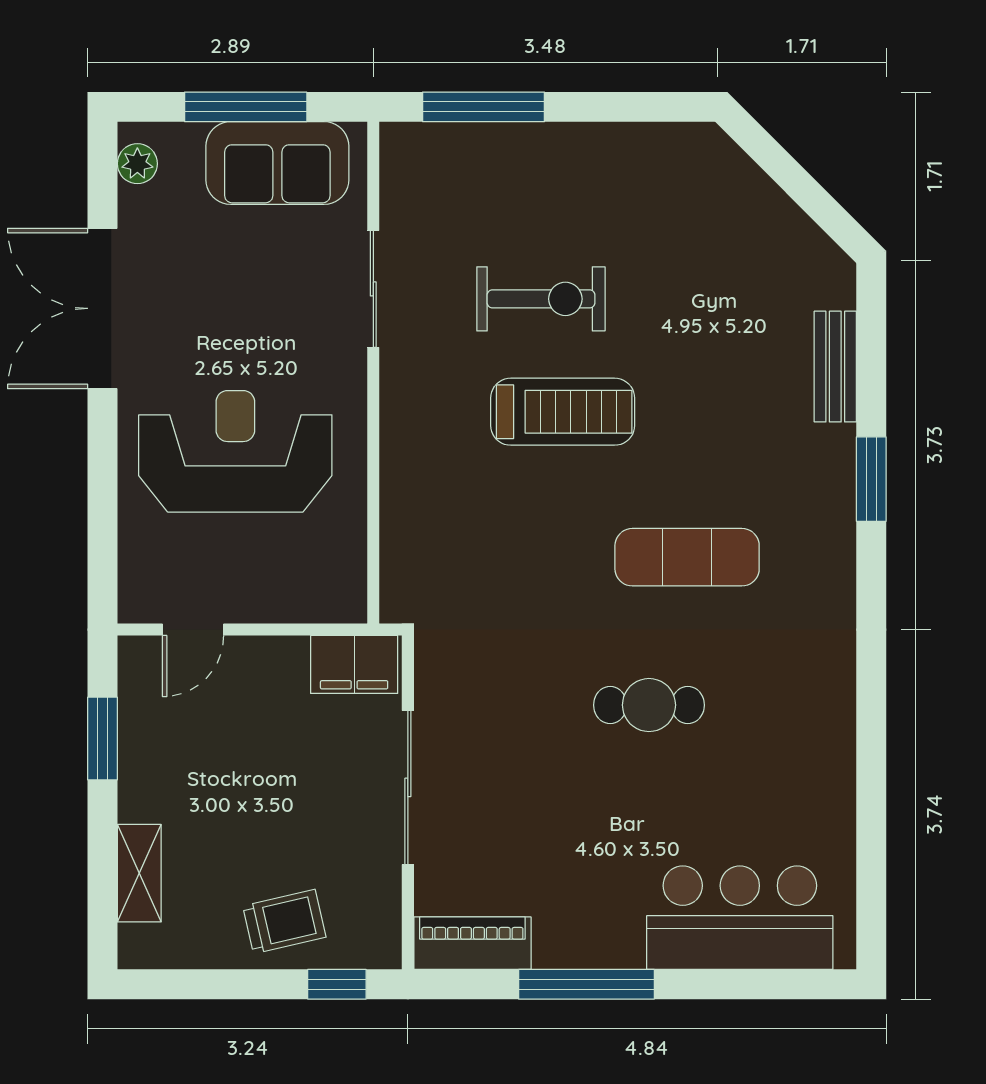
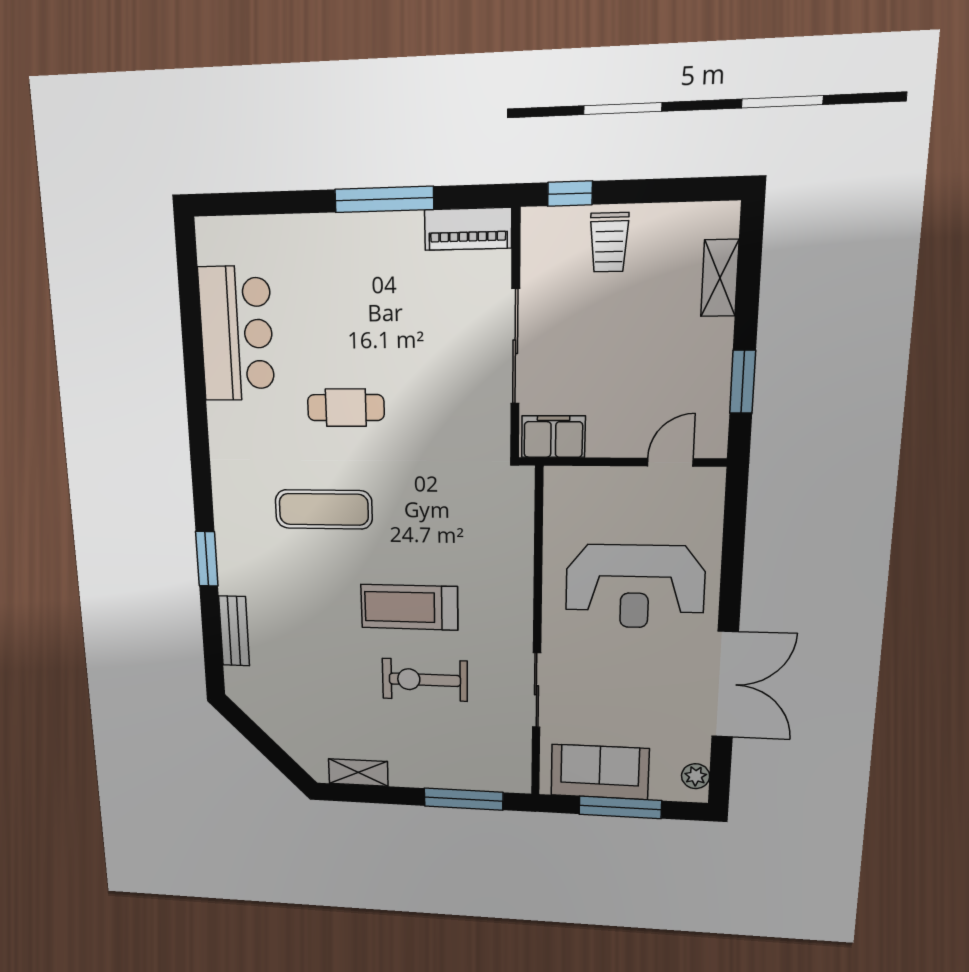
shelving: (648, 143) -> (358, 772), added
bar counter: (740, 918) -> (237, 334), moved, turned -90
trolley: (284, 922) -> (609, 242), turned -77

